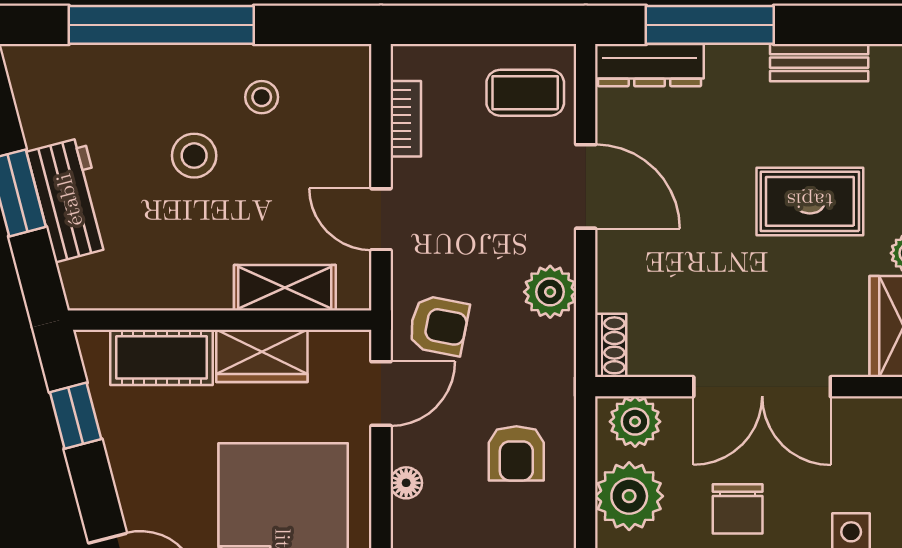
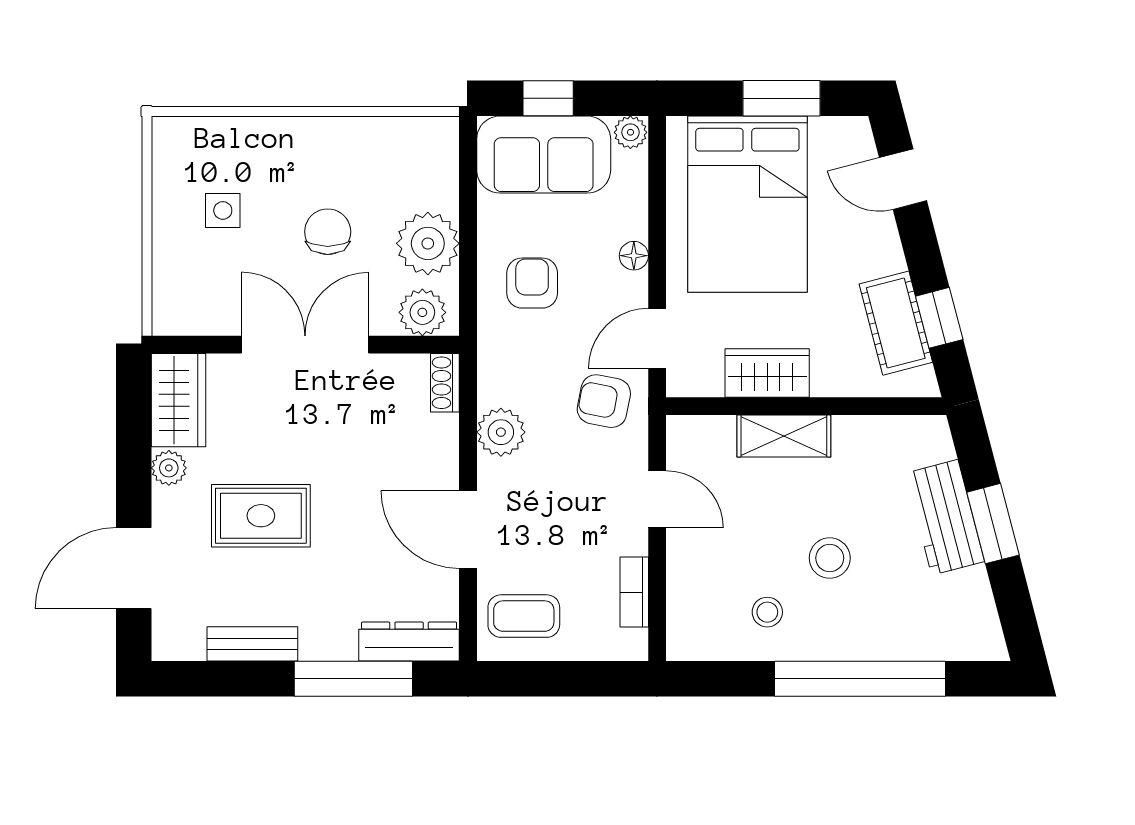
shelving: (285, 288) -> (784, 436), moved
cot: (161, 357) -> (896, 323), moved, turned 75

